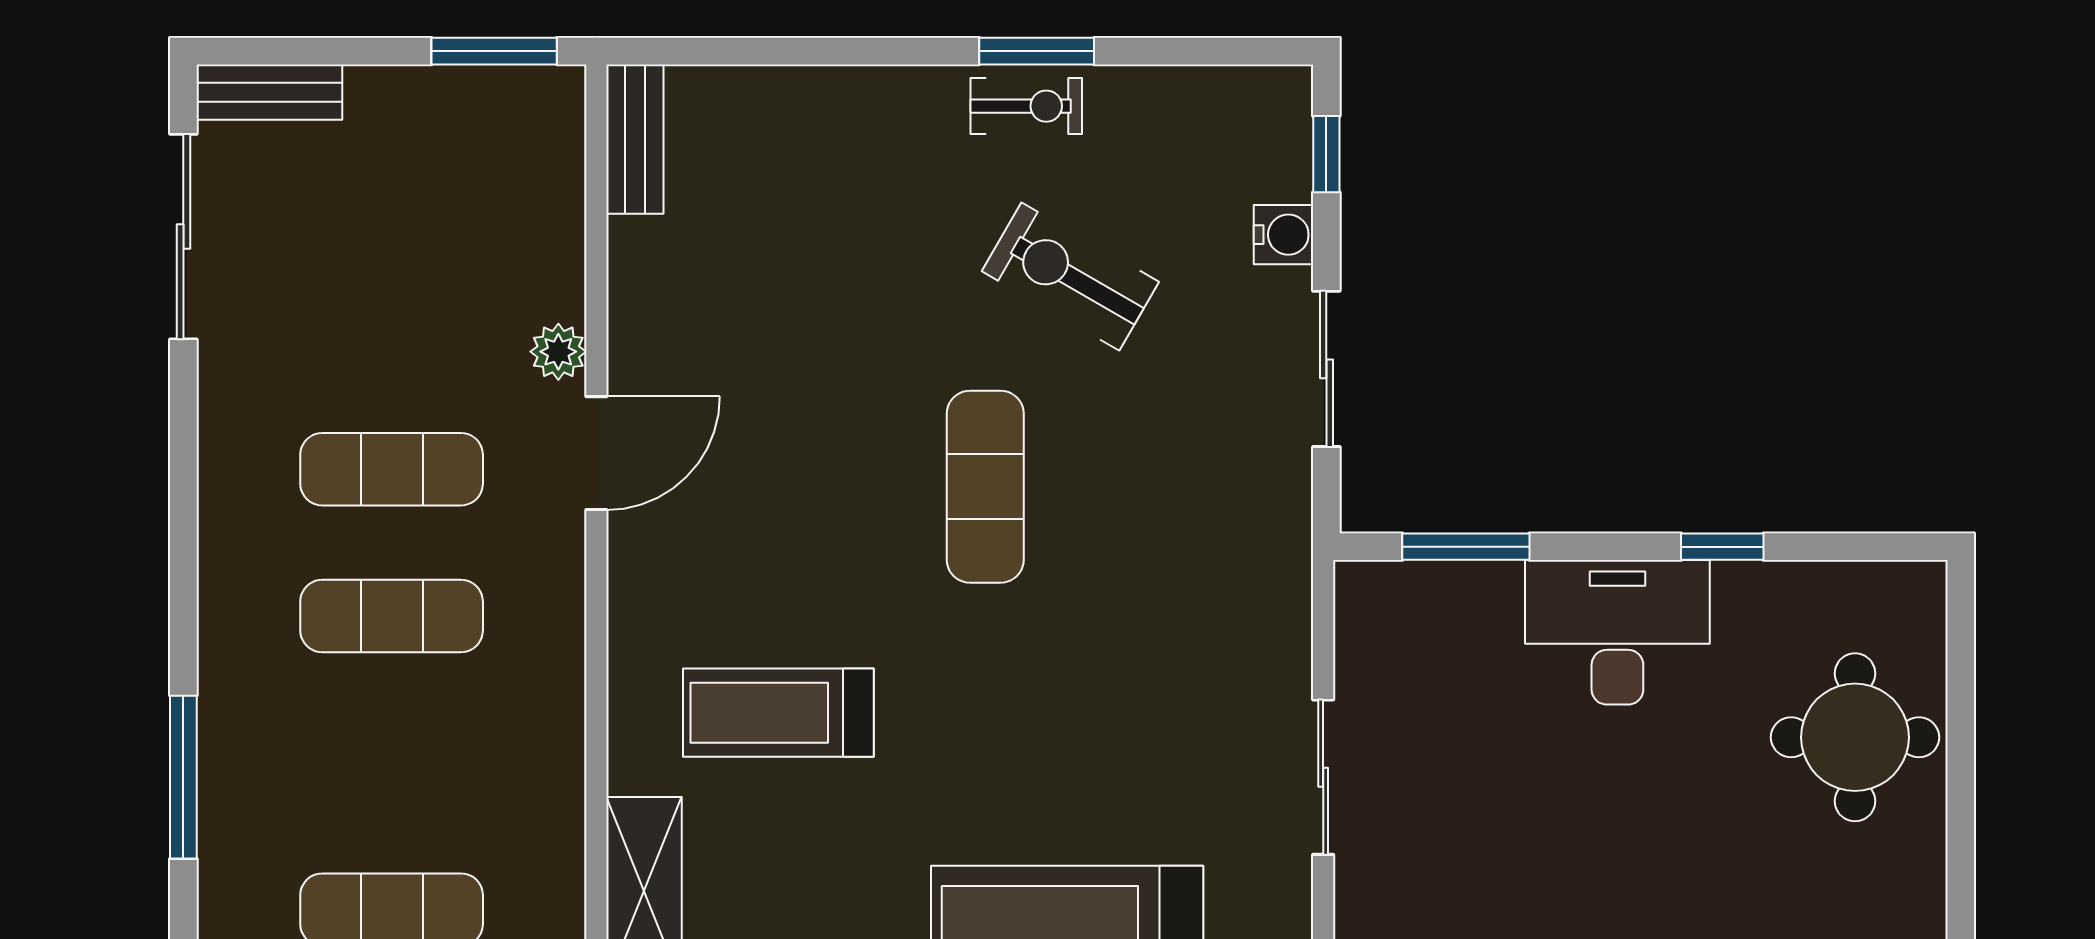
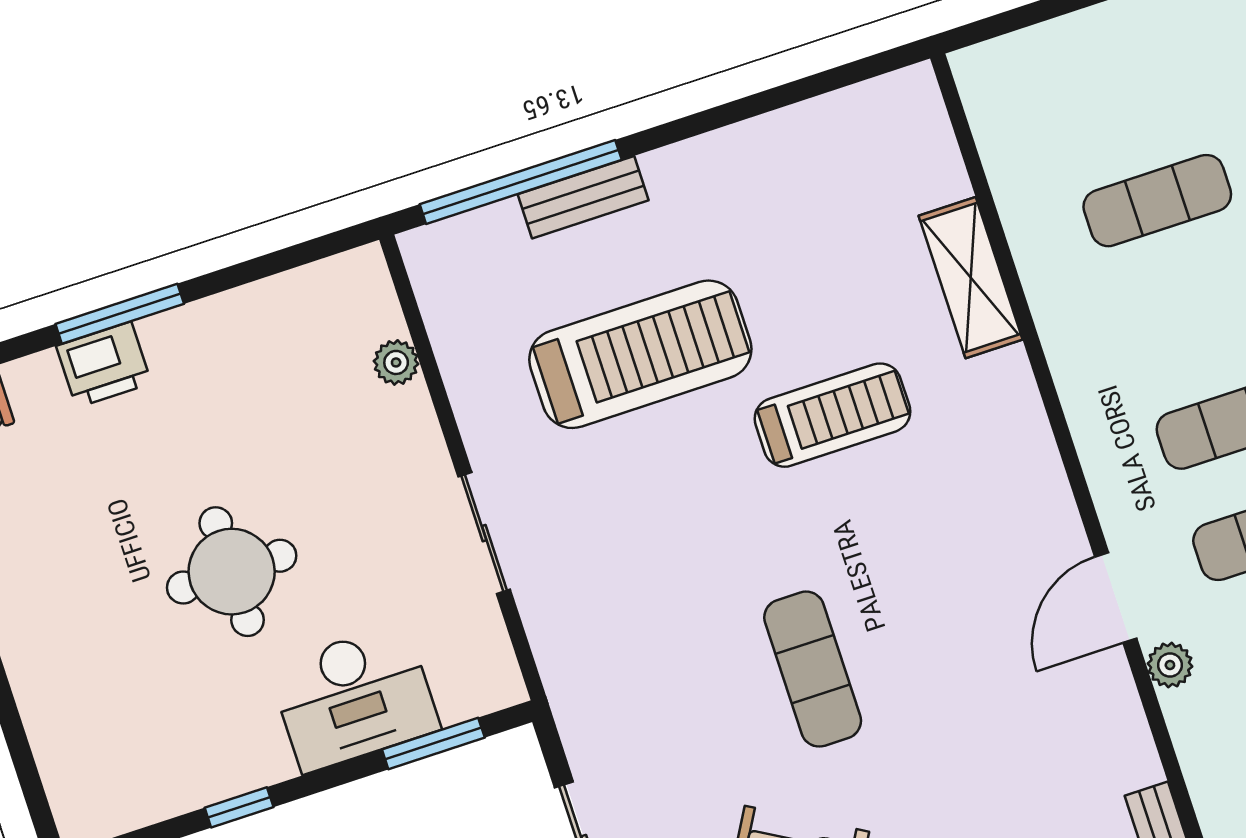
desk: (1617, 632) -> (354, 698), moved
treadmill: (778, 713) -> (832, 415), moved
round table: (1855, 737) -> (232, 572), moved

